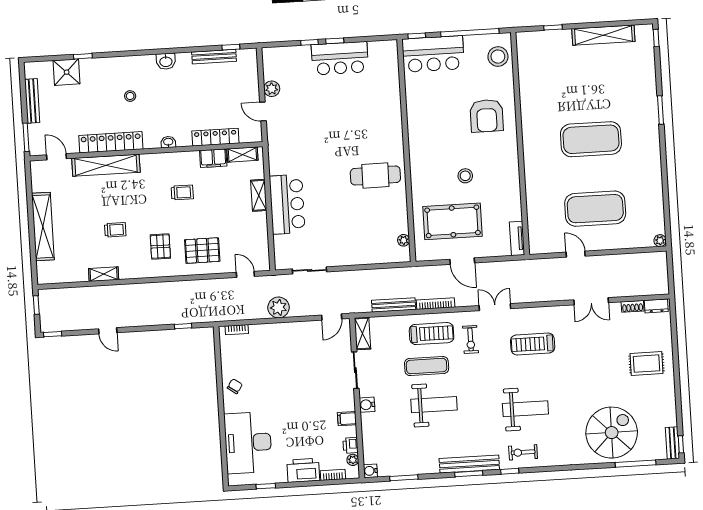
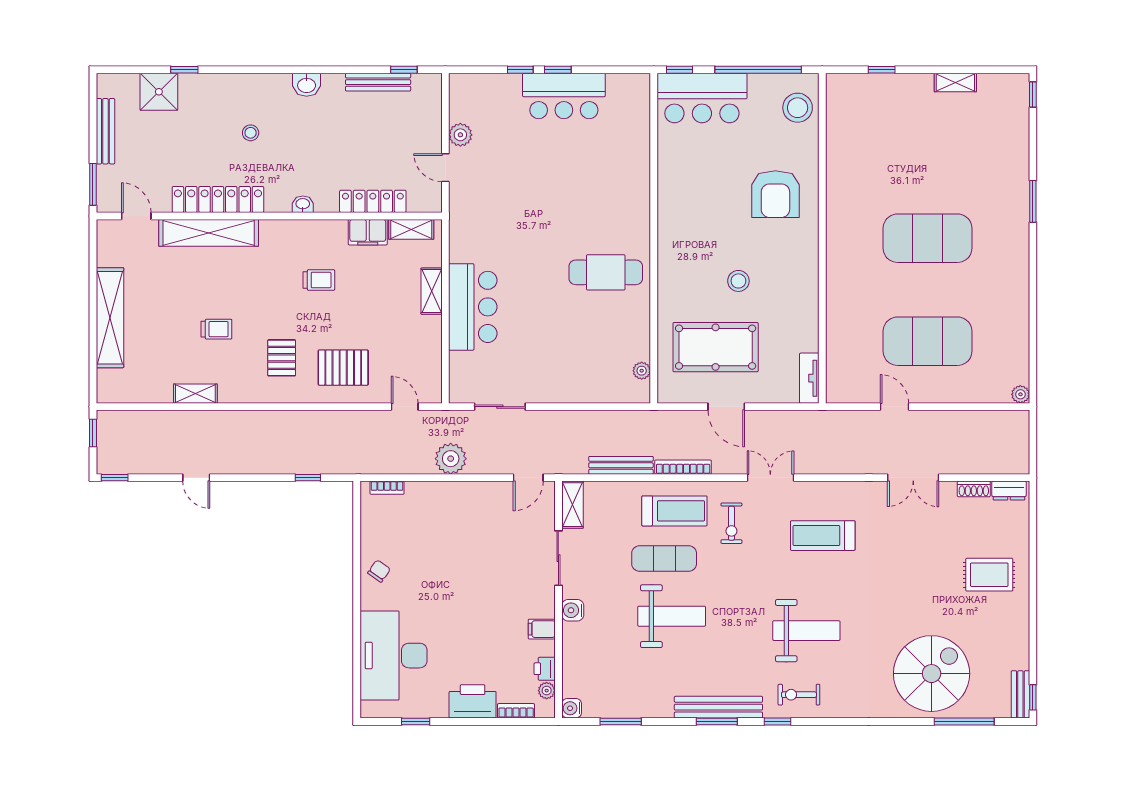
shelving: (603, 35) -> (955, 82), width x0.45, depth x0.75

